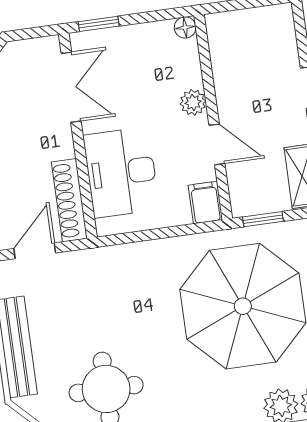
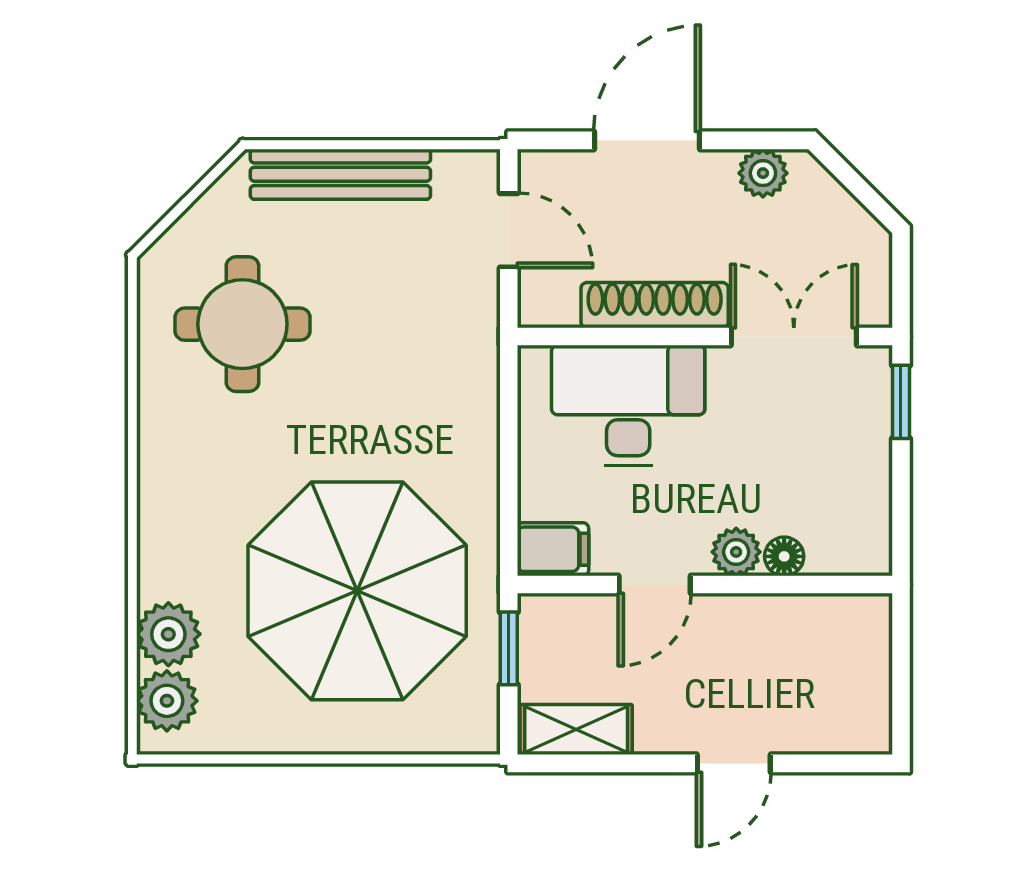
floor lamp: (185, 27) -> (784, 556), moved
double door: (71, 87) -> (794, 337), swing flipped
shoe rack: (69, 200) -> (655, 305), moved

